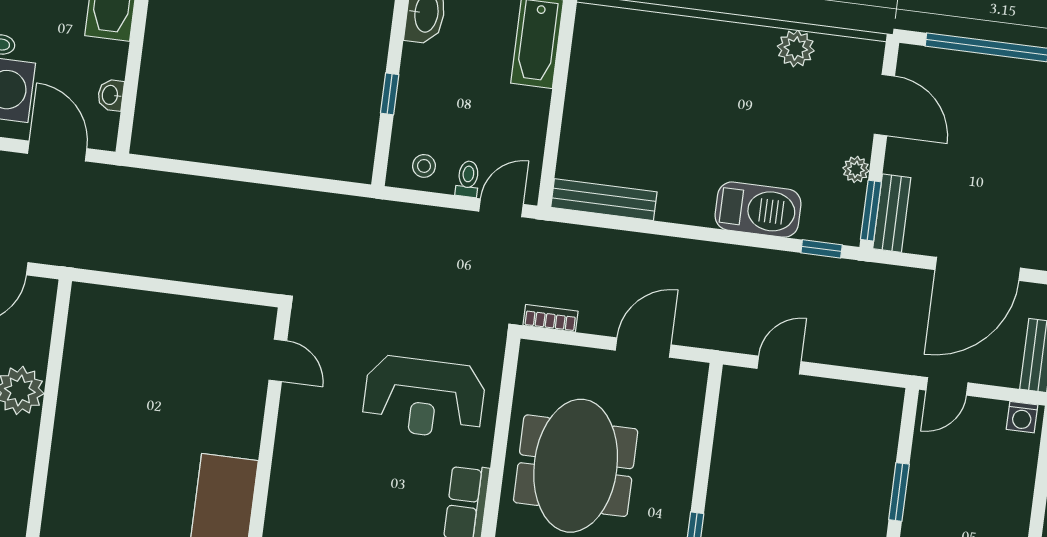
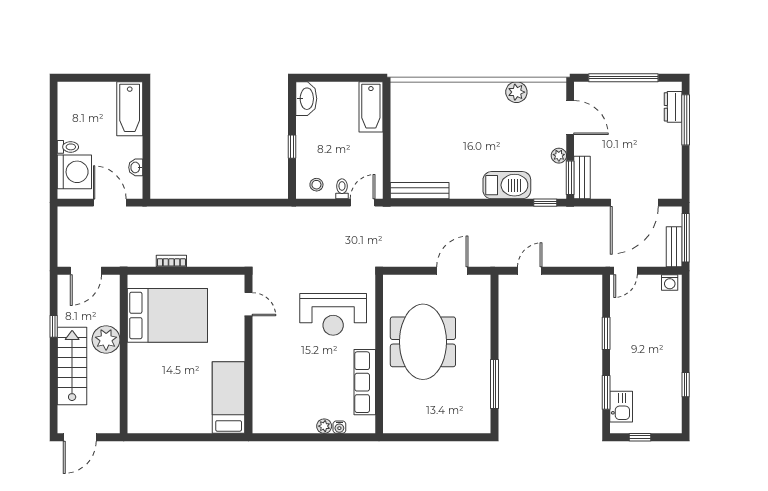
bookcase: (550, 318) -> (171, 261), moved
bed: (133, 362) -> (167, 315), added

